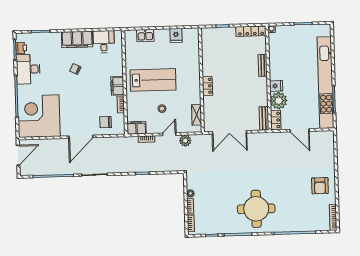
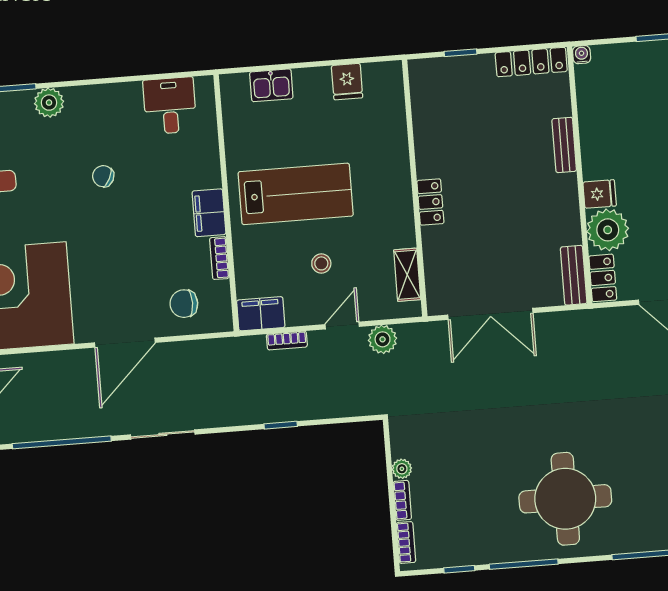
plant: (55, 38) -> (49, 103), added
filing cabinet: (77, 39) -> (104, 103), removed

